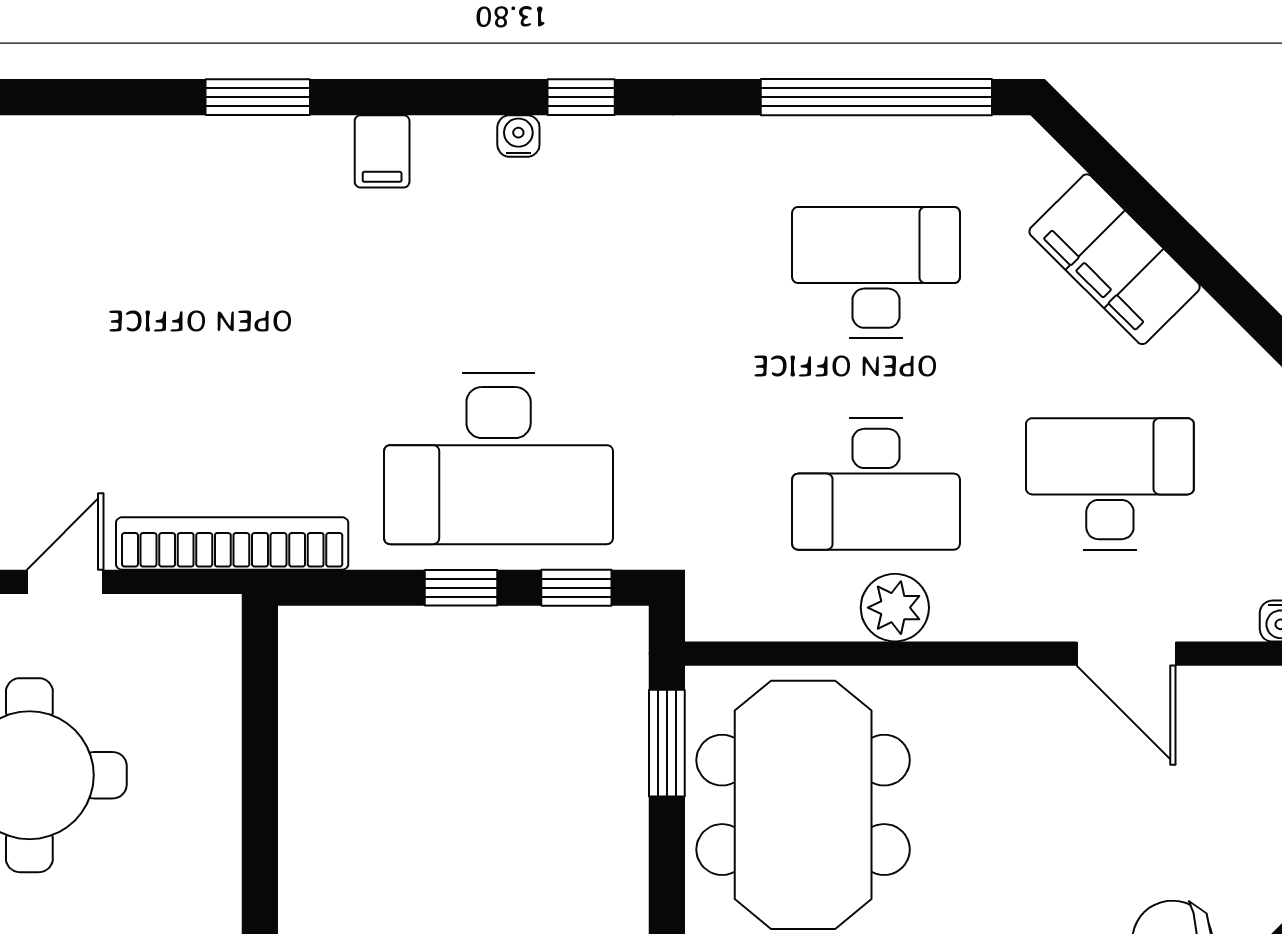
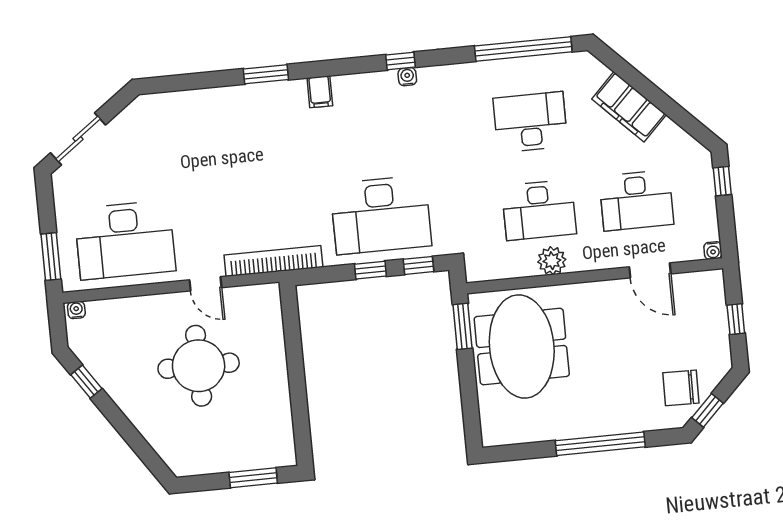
water cooler: (518, 136) -> (407, 77), moved
desk: (1110, 484) -> (636, 200), turned 180
door: (65, 582) -> (206, 284), swing flipped

